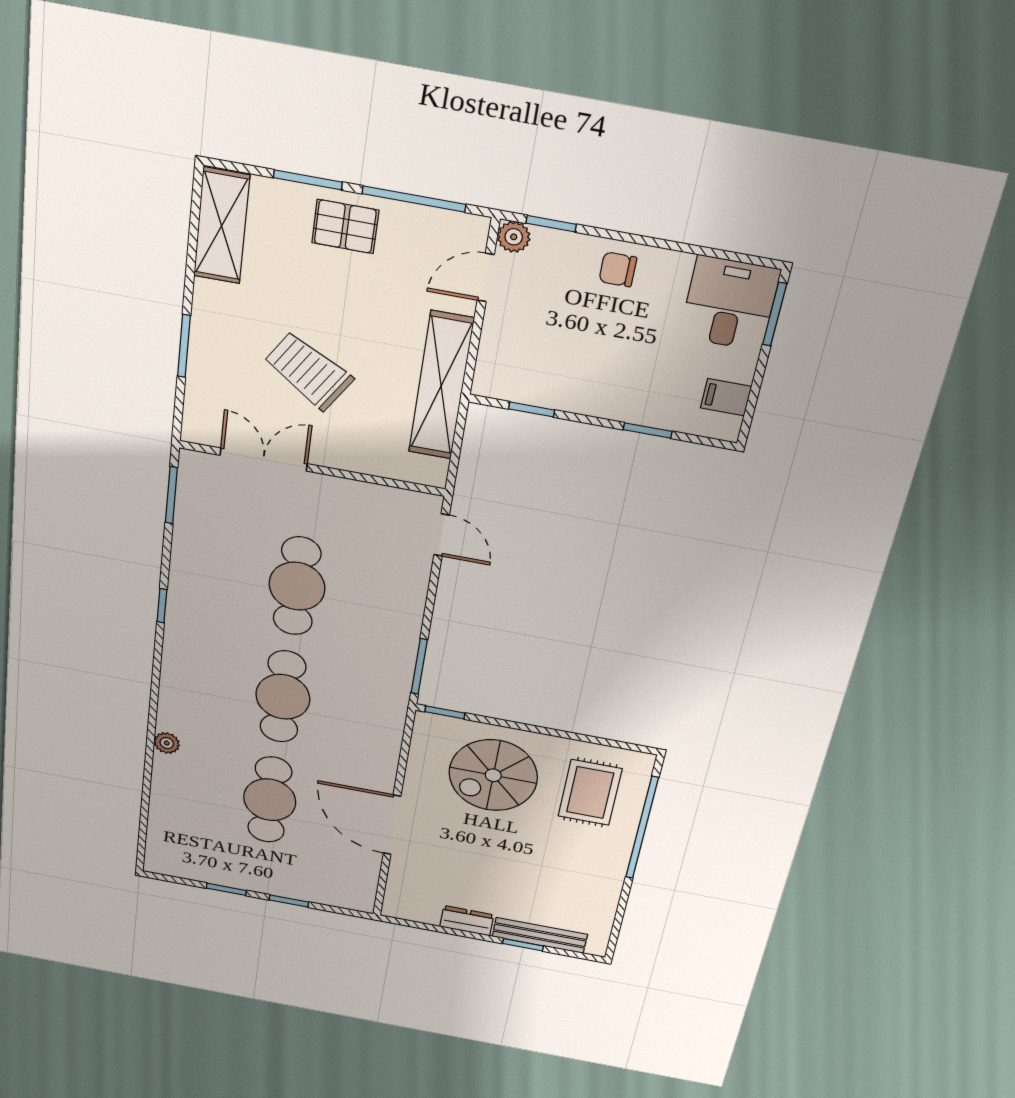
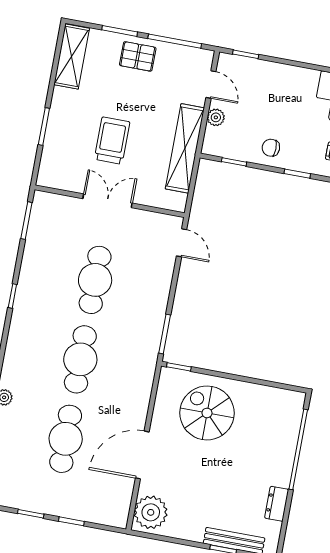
plant: (514, 237) -> (216, 117), moved
chair: (618, 269) -> (271, 148), moved
door: (486, 277) -> (211, 85), swing flipped
trolley: (308, 371) -> (112, 141), turned 58
double door: (264, 459) -> (108, 201), moved
spiral stairs: (493, 775) -> (207, 413), turned 90
rug: (590, 792) -> (266, 423), removed
door: (392, 825) -> (142, 455), hinge flipped
plant: (410, 896) -> (151, 512), added
dresser: (467, 921) -> (277, 504), moved, turned -90

